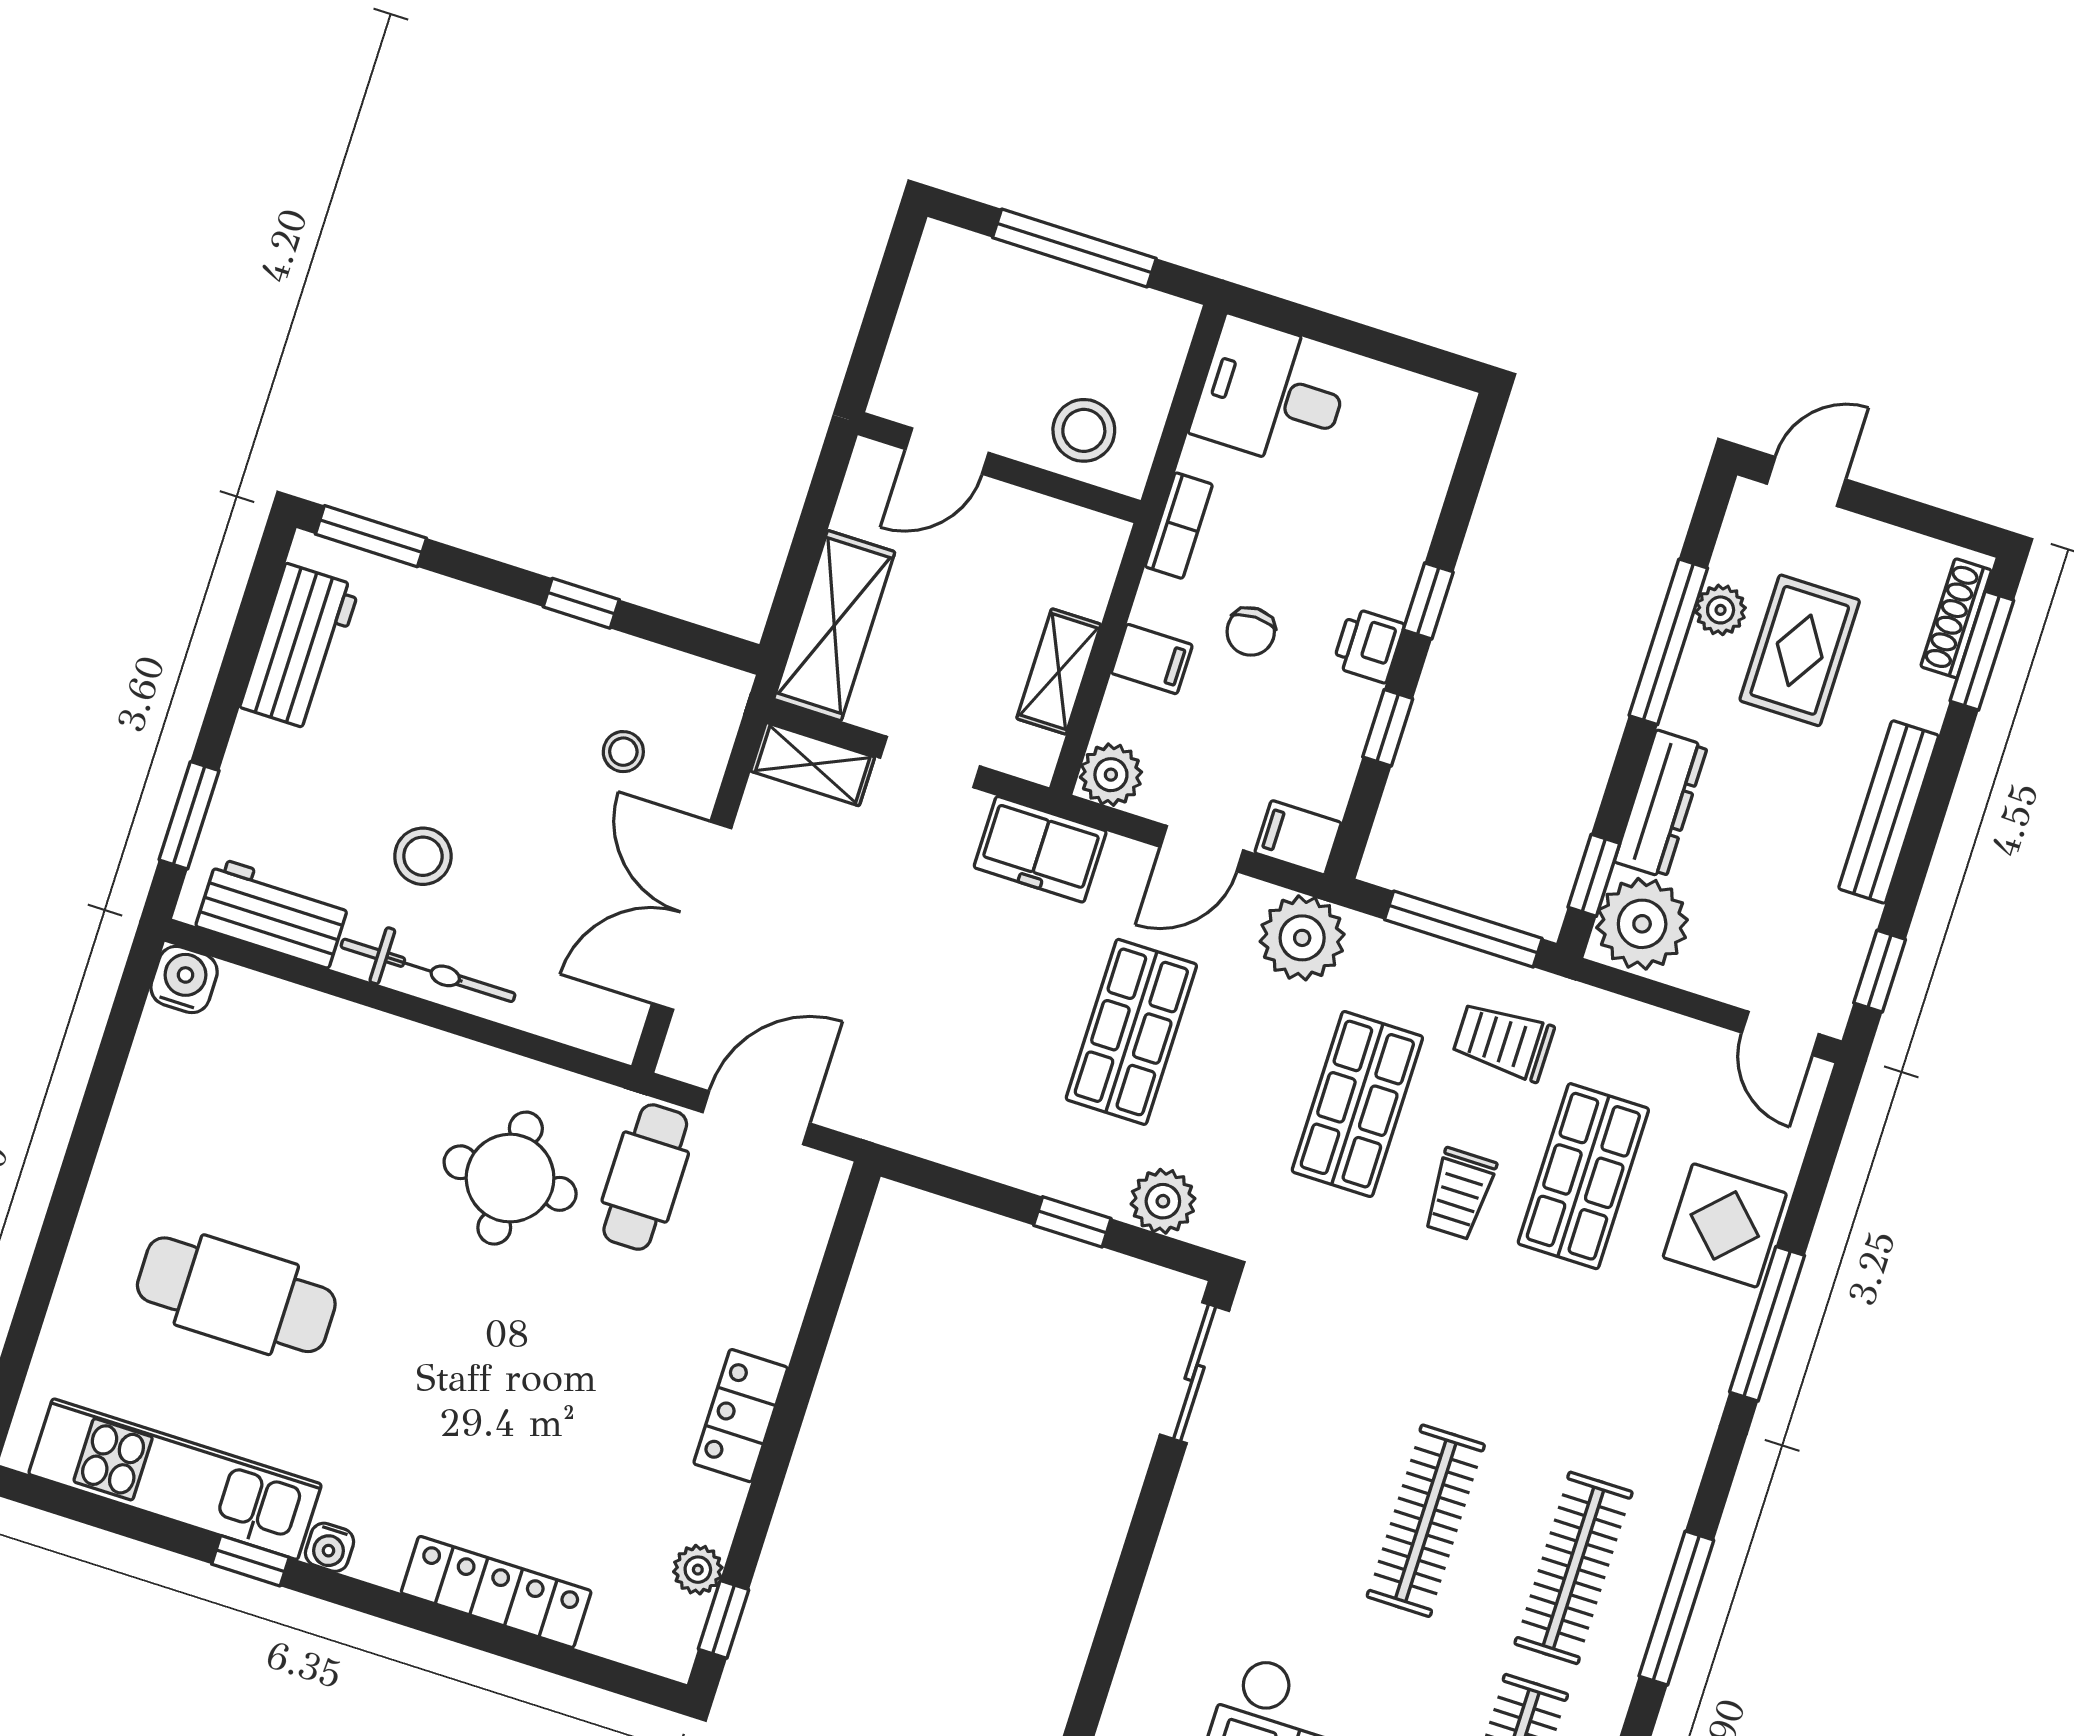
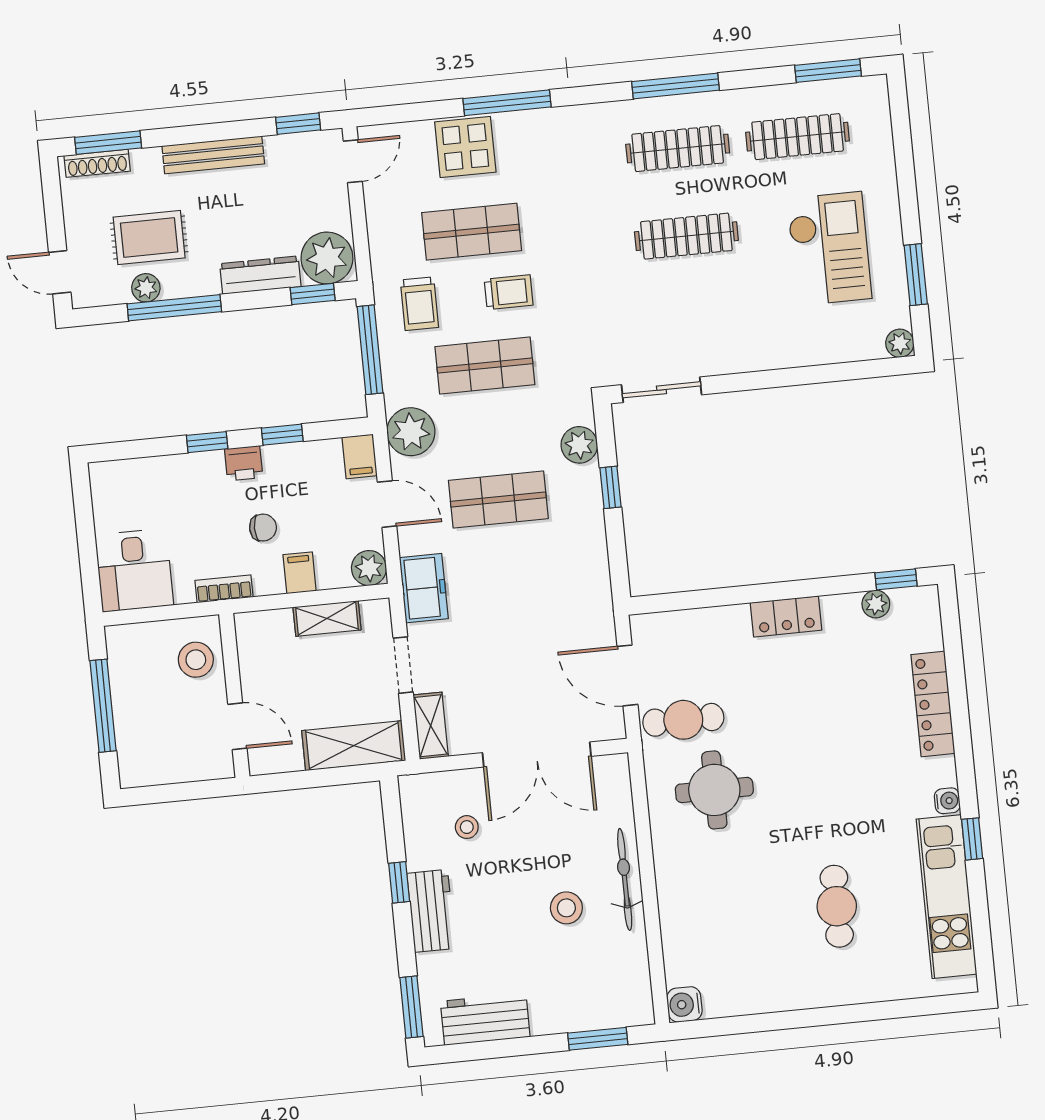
workbench: (273, 913) -> (431, 911), moved, turned 180
cafe table: (236, 1295) -> (837, 906), width x0.73, depth x0.74

